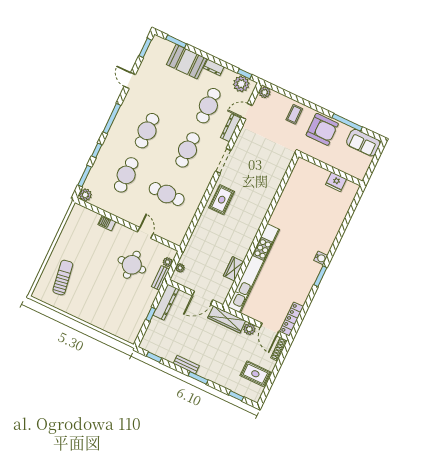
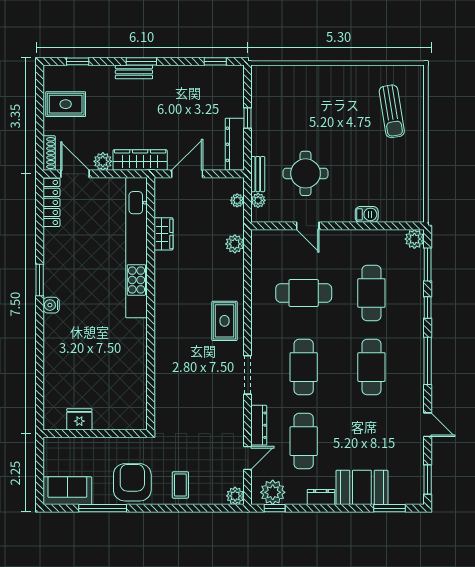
armchair: (322, 129) -> (132, 482), turned 90
plant: (194, 243) -> (235, 244), added
bench: (186, 365) -> (134, 72), moved

